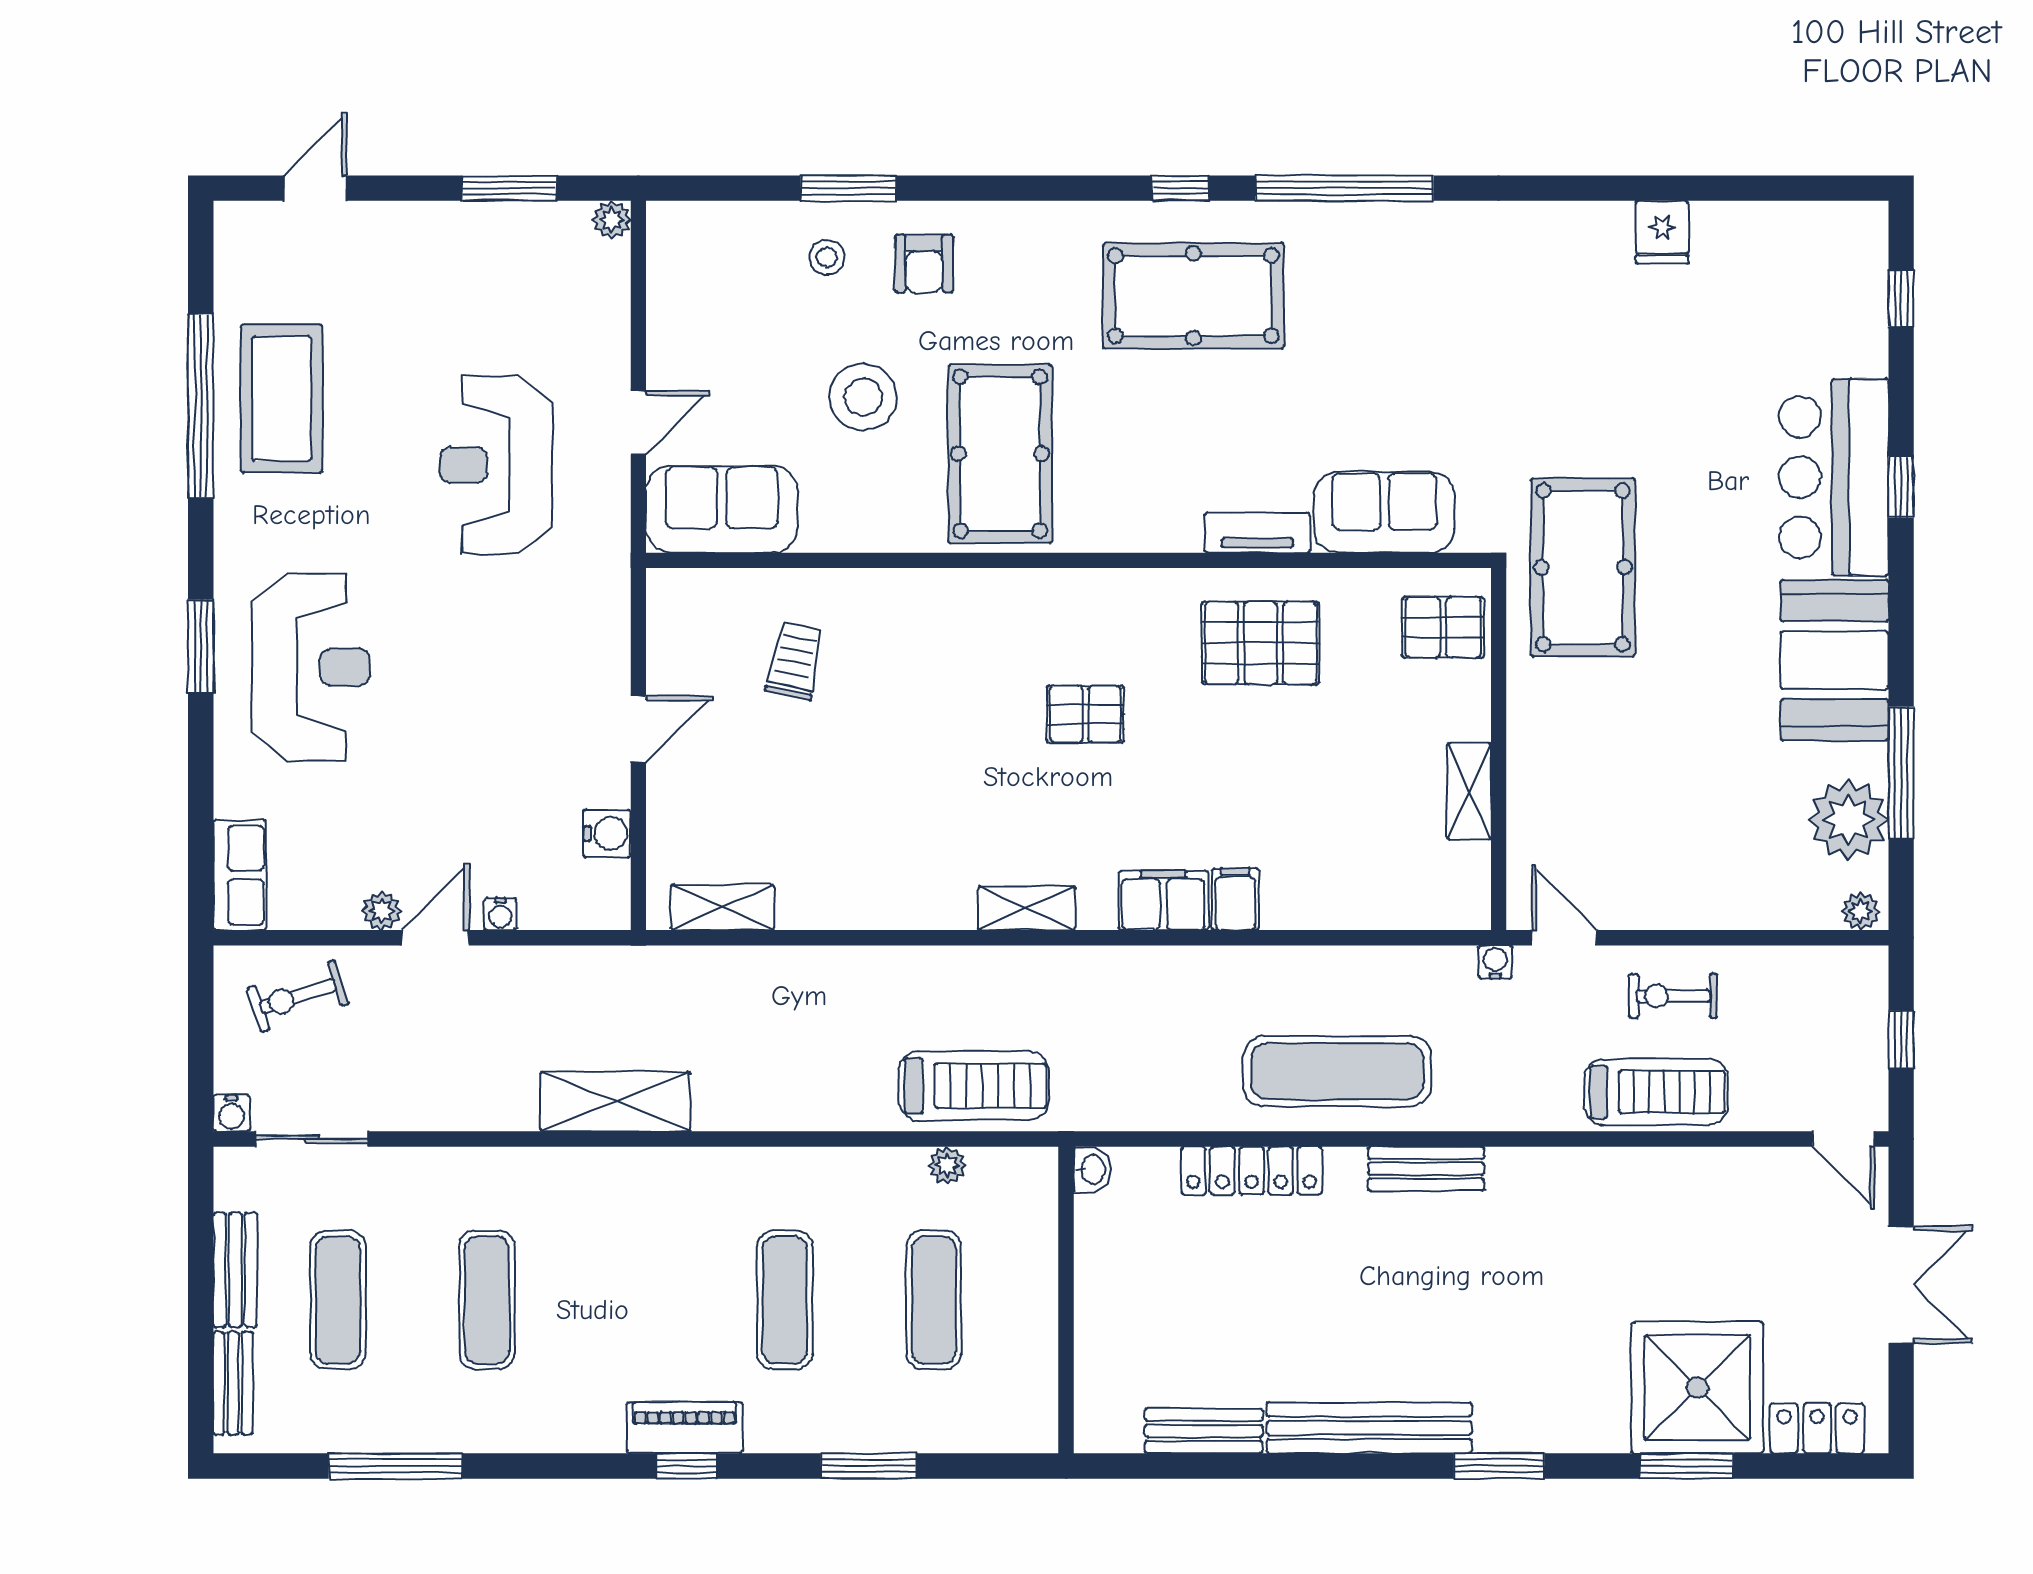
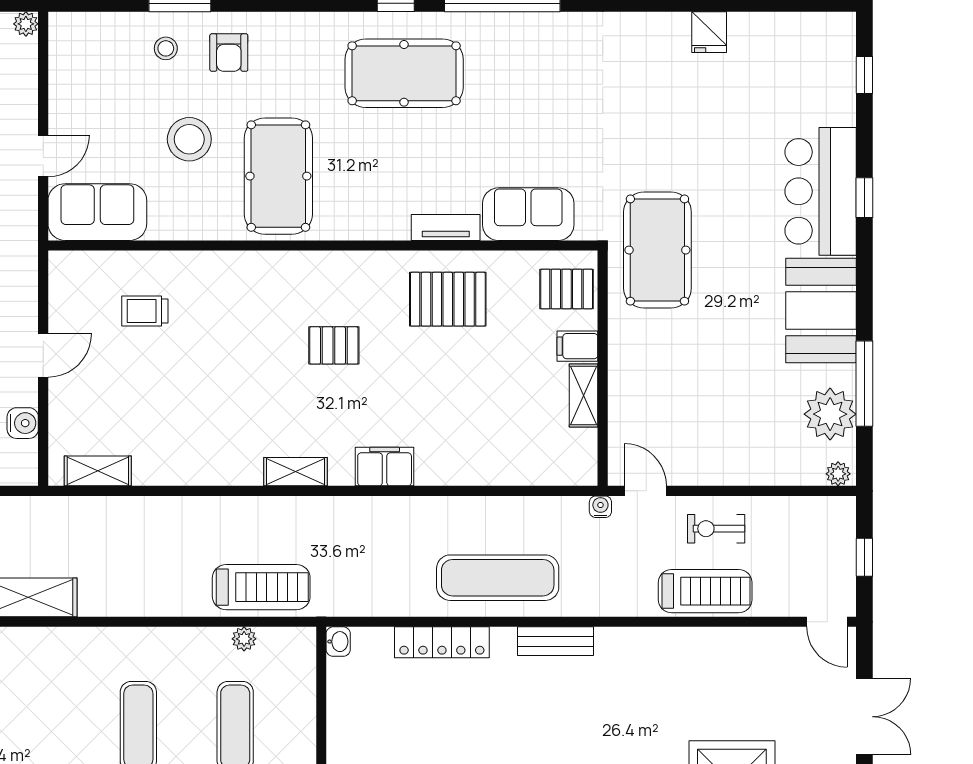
trolley: (795, 661) -> (145, 311), turned -102
filing cabinet: (1235, 899) -> (577, 346), moved, turned -90

